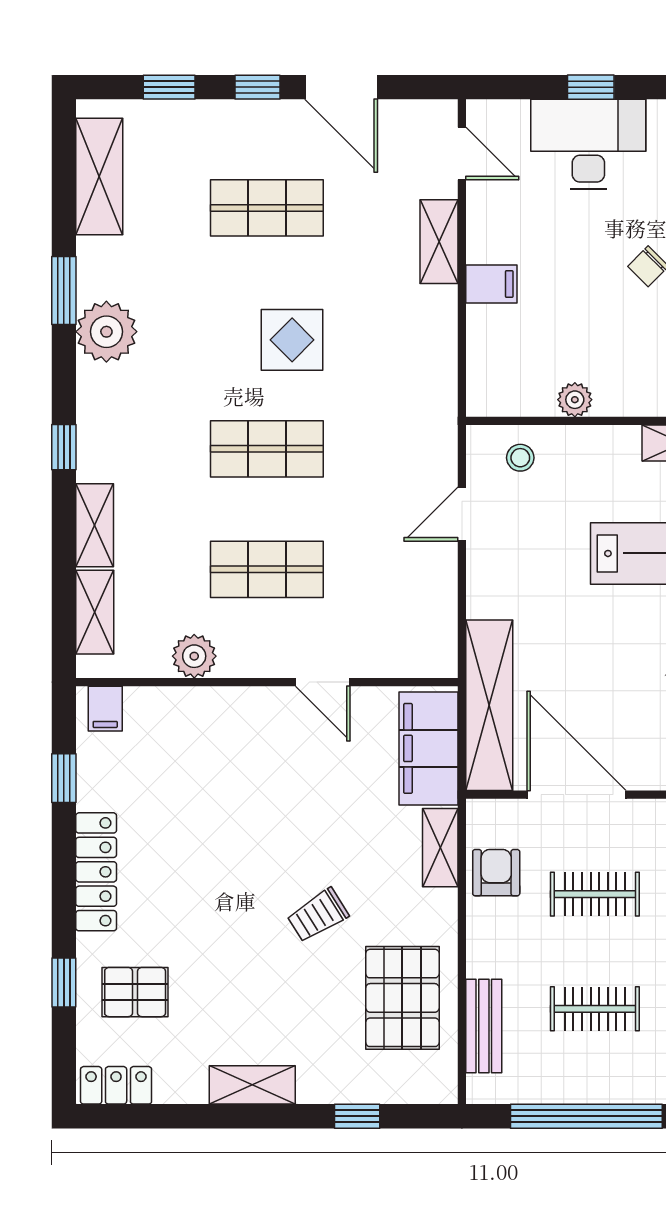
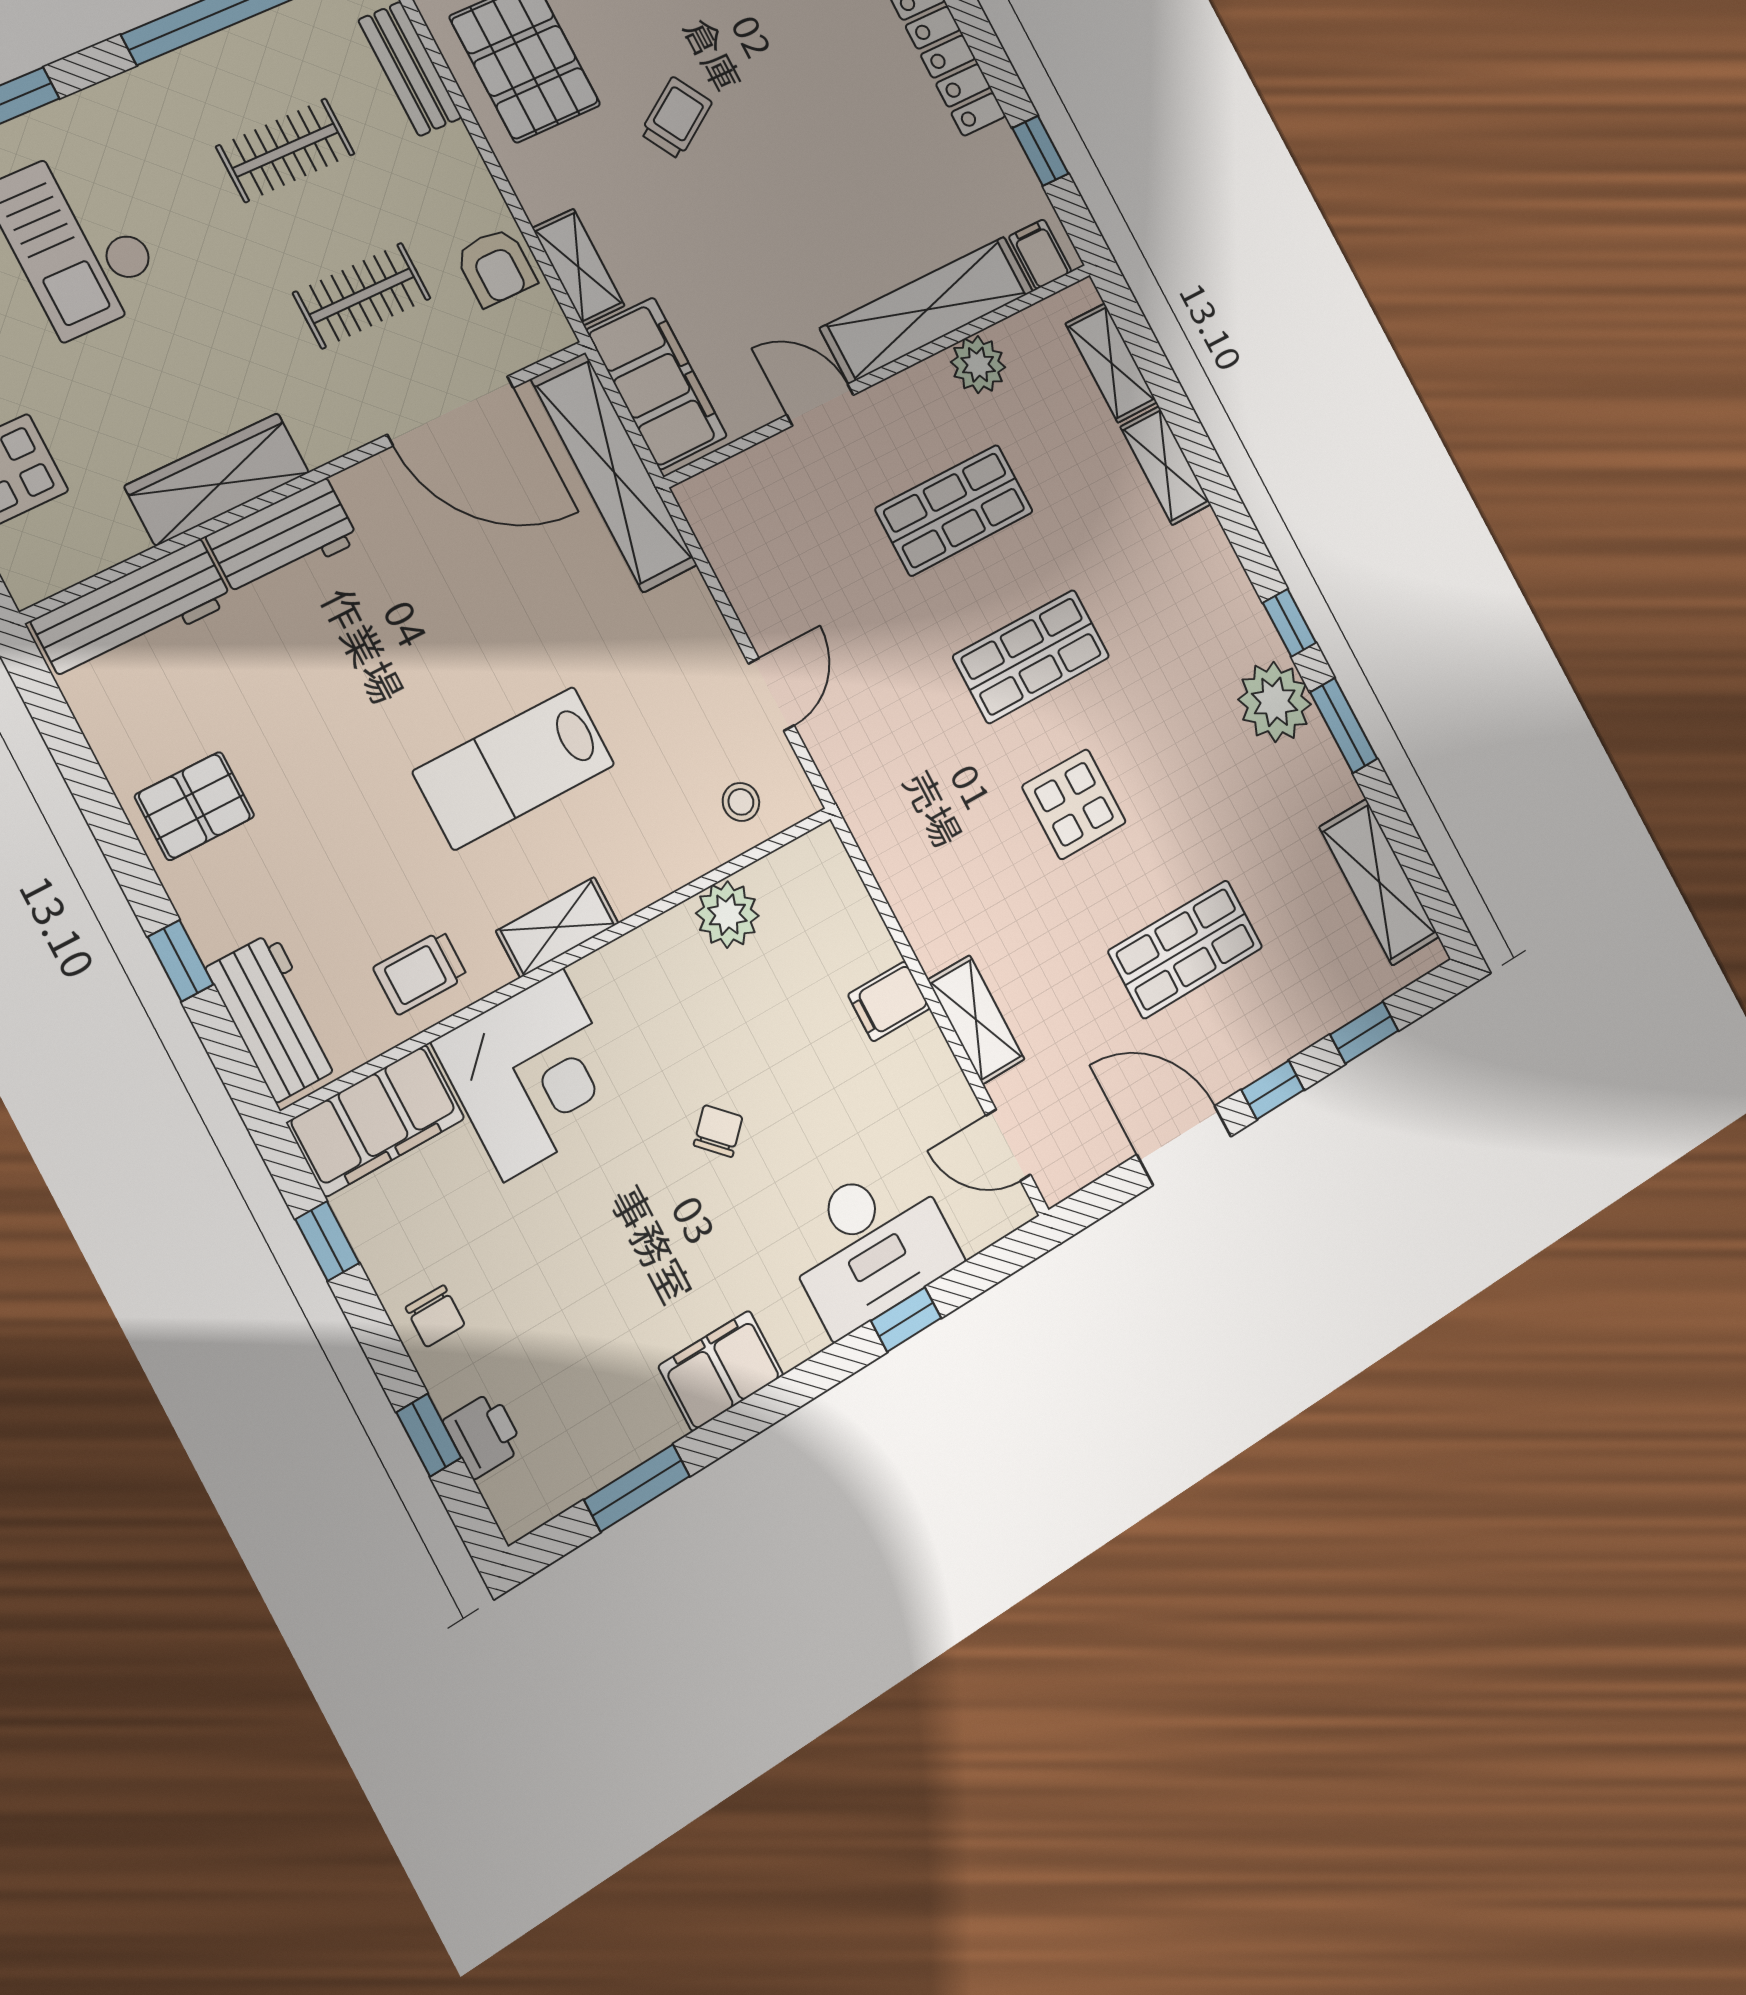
plant: (575, 400) -> (727, 915), width x1.38, depth x1.38
window: (64, 447) -> (1289, 623), moved
shelving: (210, 709) -> (927, 310), added

